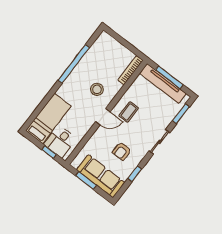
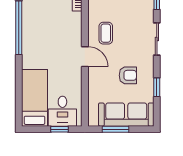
stool: (97, 89) -> (59, 35), removed
door: (103, 117) -> (85, 57), hinge flipped
armchair: (122, 151) -> (128, 75), turned -90

